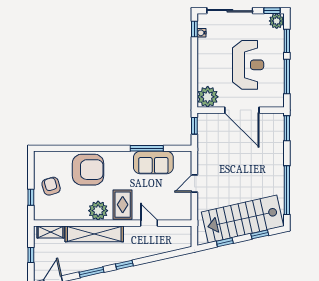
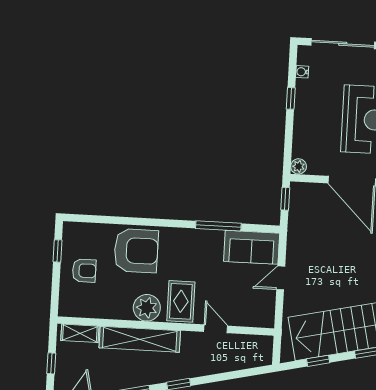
window: (194, 29) -> (291, 98), moved
plant: (208, 97) -> (299, 166), width x0.53, depth x0.53
sofa: (153, 162) -> (252, 247), moved
armchair: (51, 186) -> (84, 271), turned 106
window: (31, 197) -> (57, 251), moved

